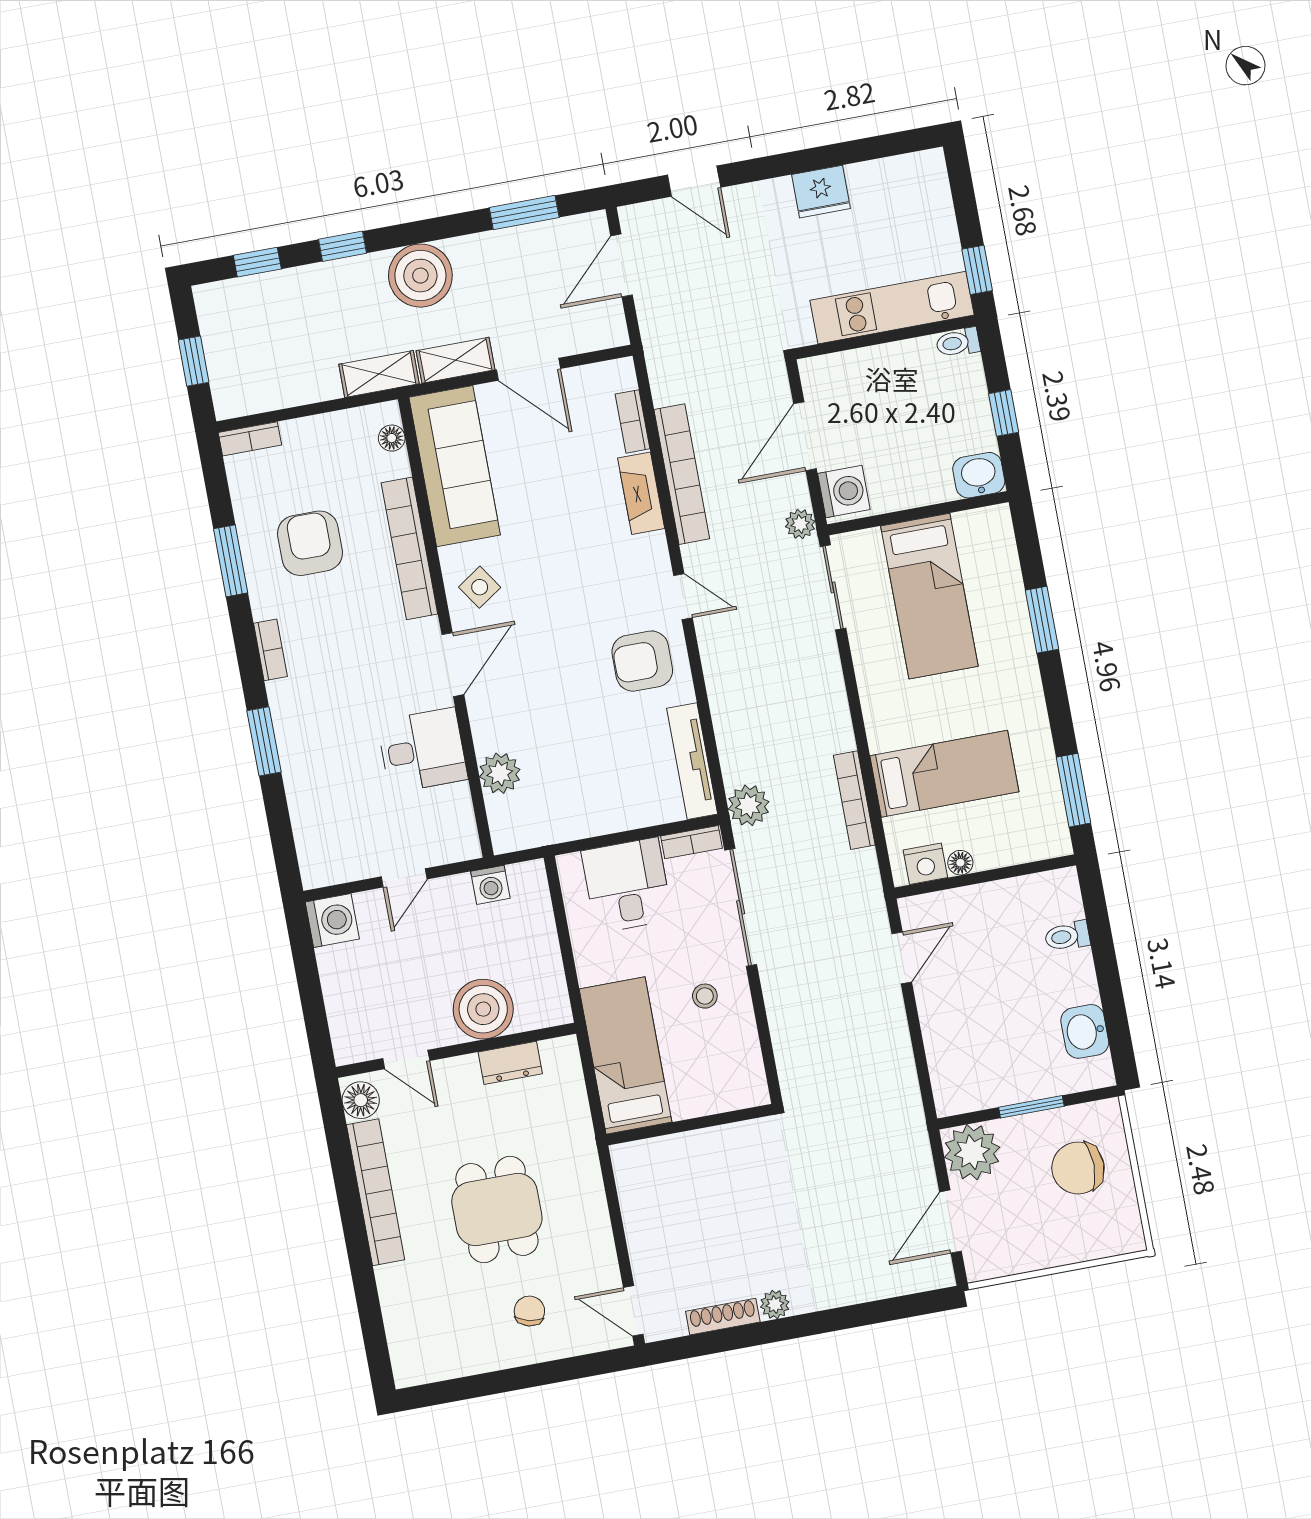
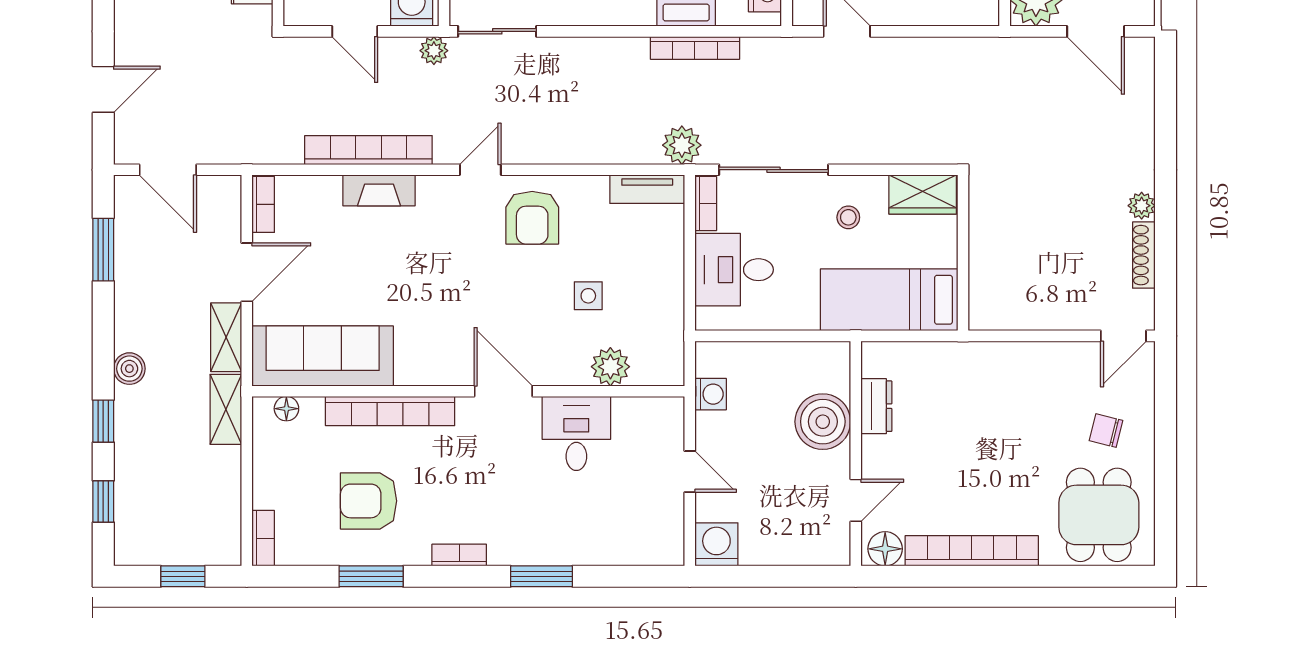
boiler: (420, 276) -> (129, 369), width x0.54, depth x0.54
bookcase: (633, 421) -> (263, 204), moved, turned -90
door: (805, 436) -> (355, 31), width x0.73
side table: (480, 587) -> (588, 296), moved, turned 34
tv unit: (692, 761) -> (647, 189), width x0.71
wardrobe: (744, 1070) -> (923, 195), added
dining table: (497, 1210) -> (1099, 515), moved, turned 90

